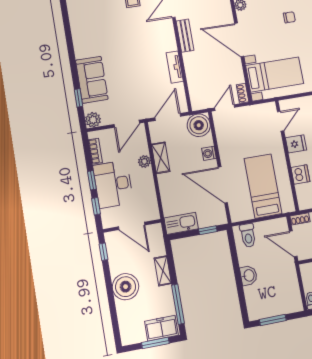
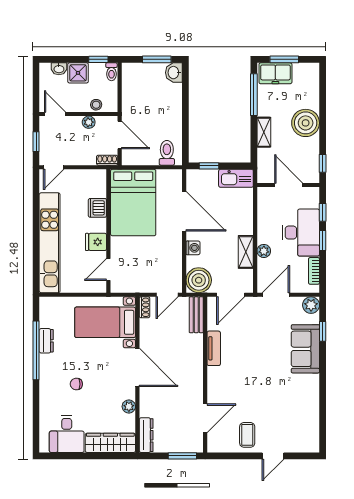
bench: (185, 36) -> (196, 315), moved
bed: (263, 186) -> (133, 203), width x1.50
washbasin: (249, 275) -> (174, 73), moved

